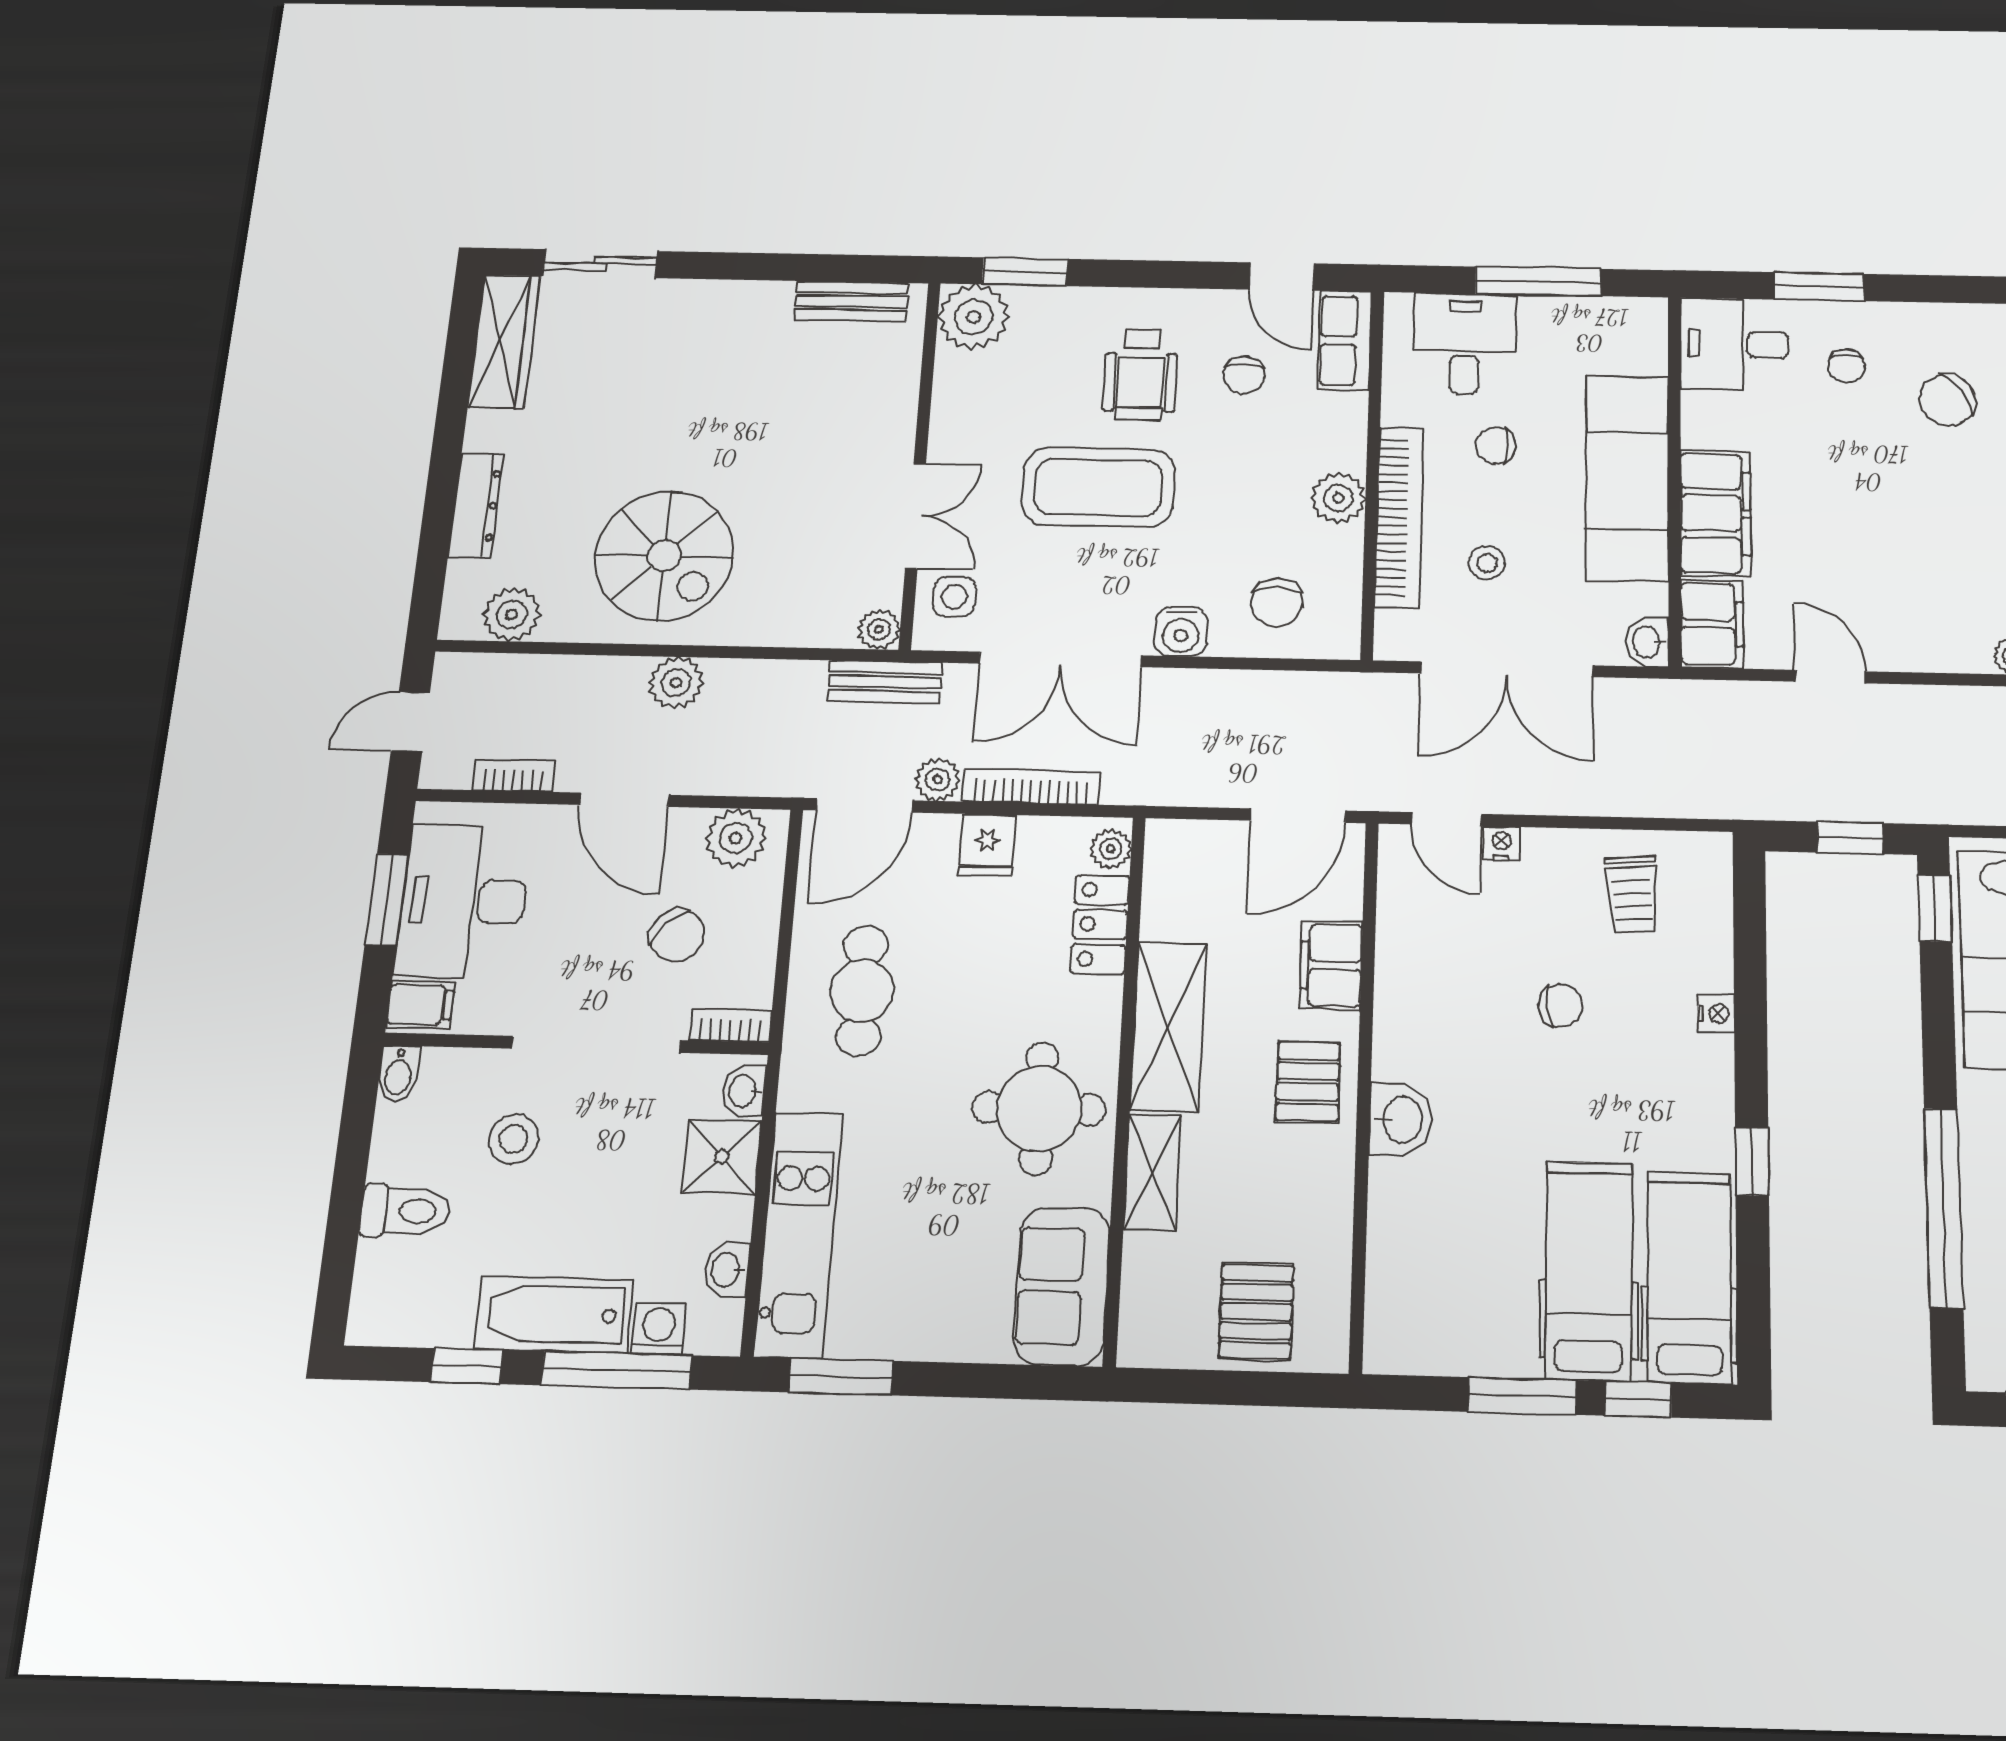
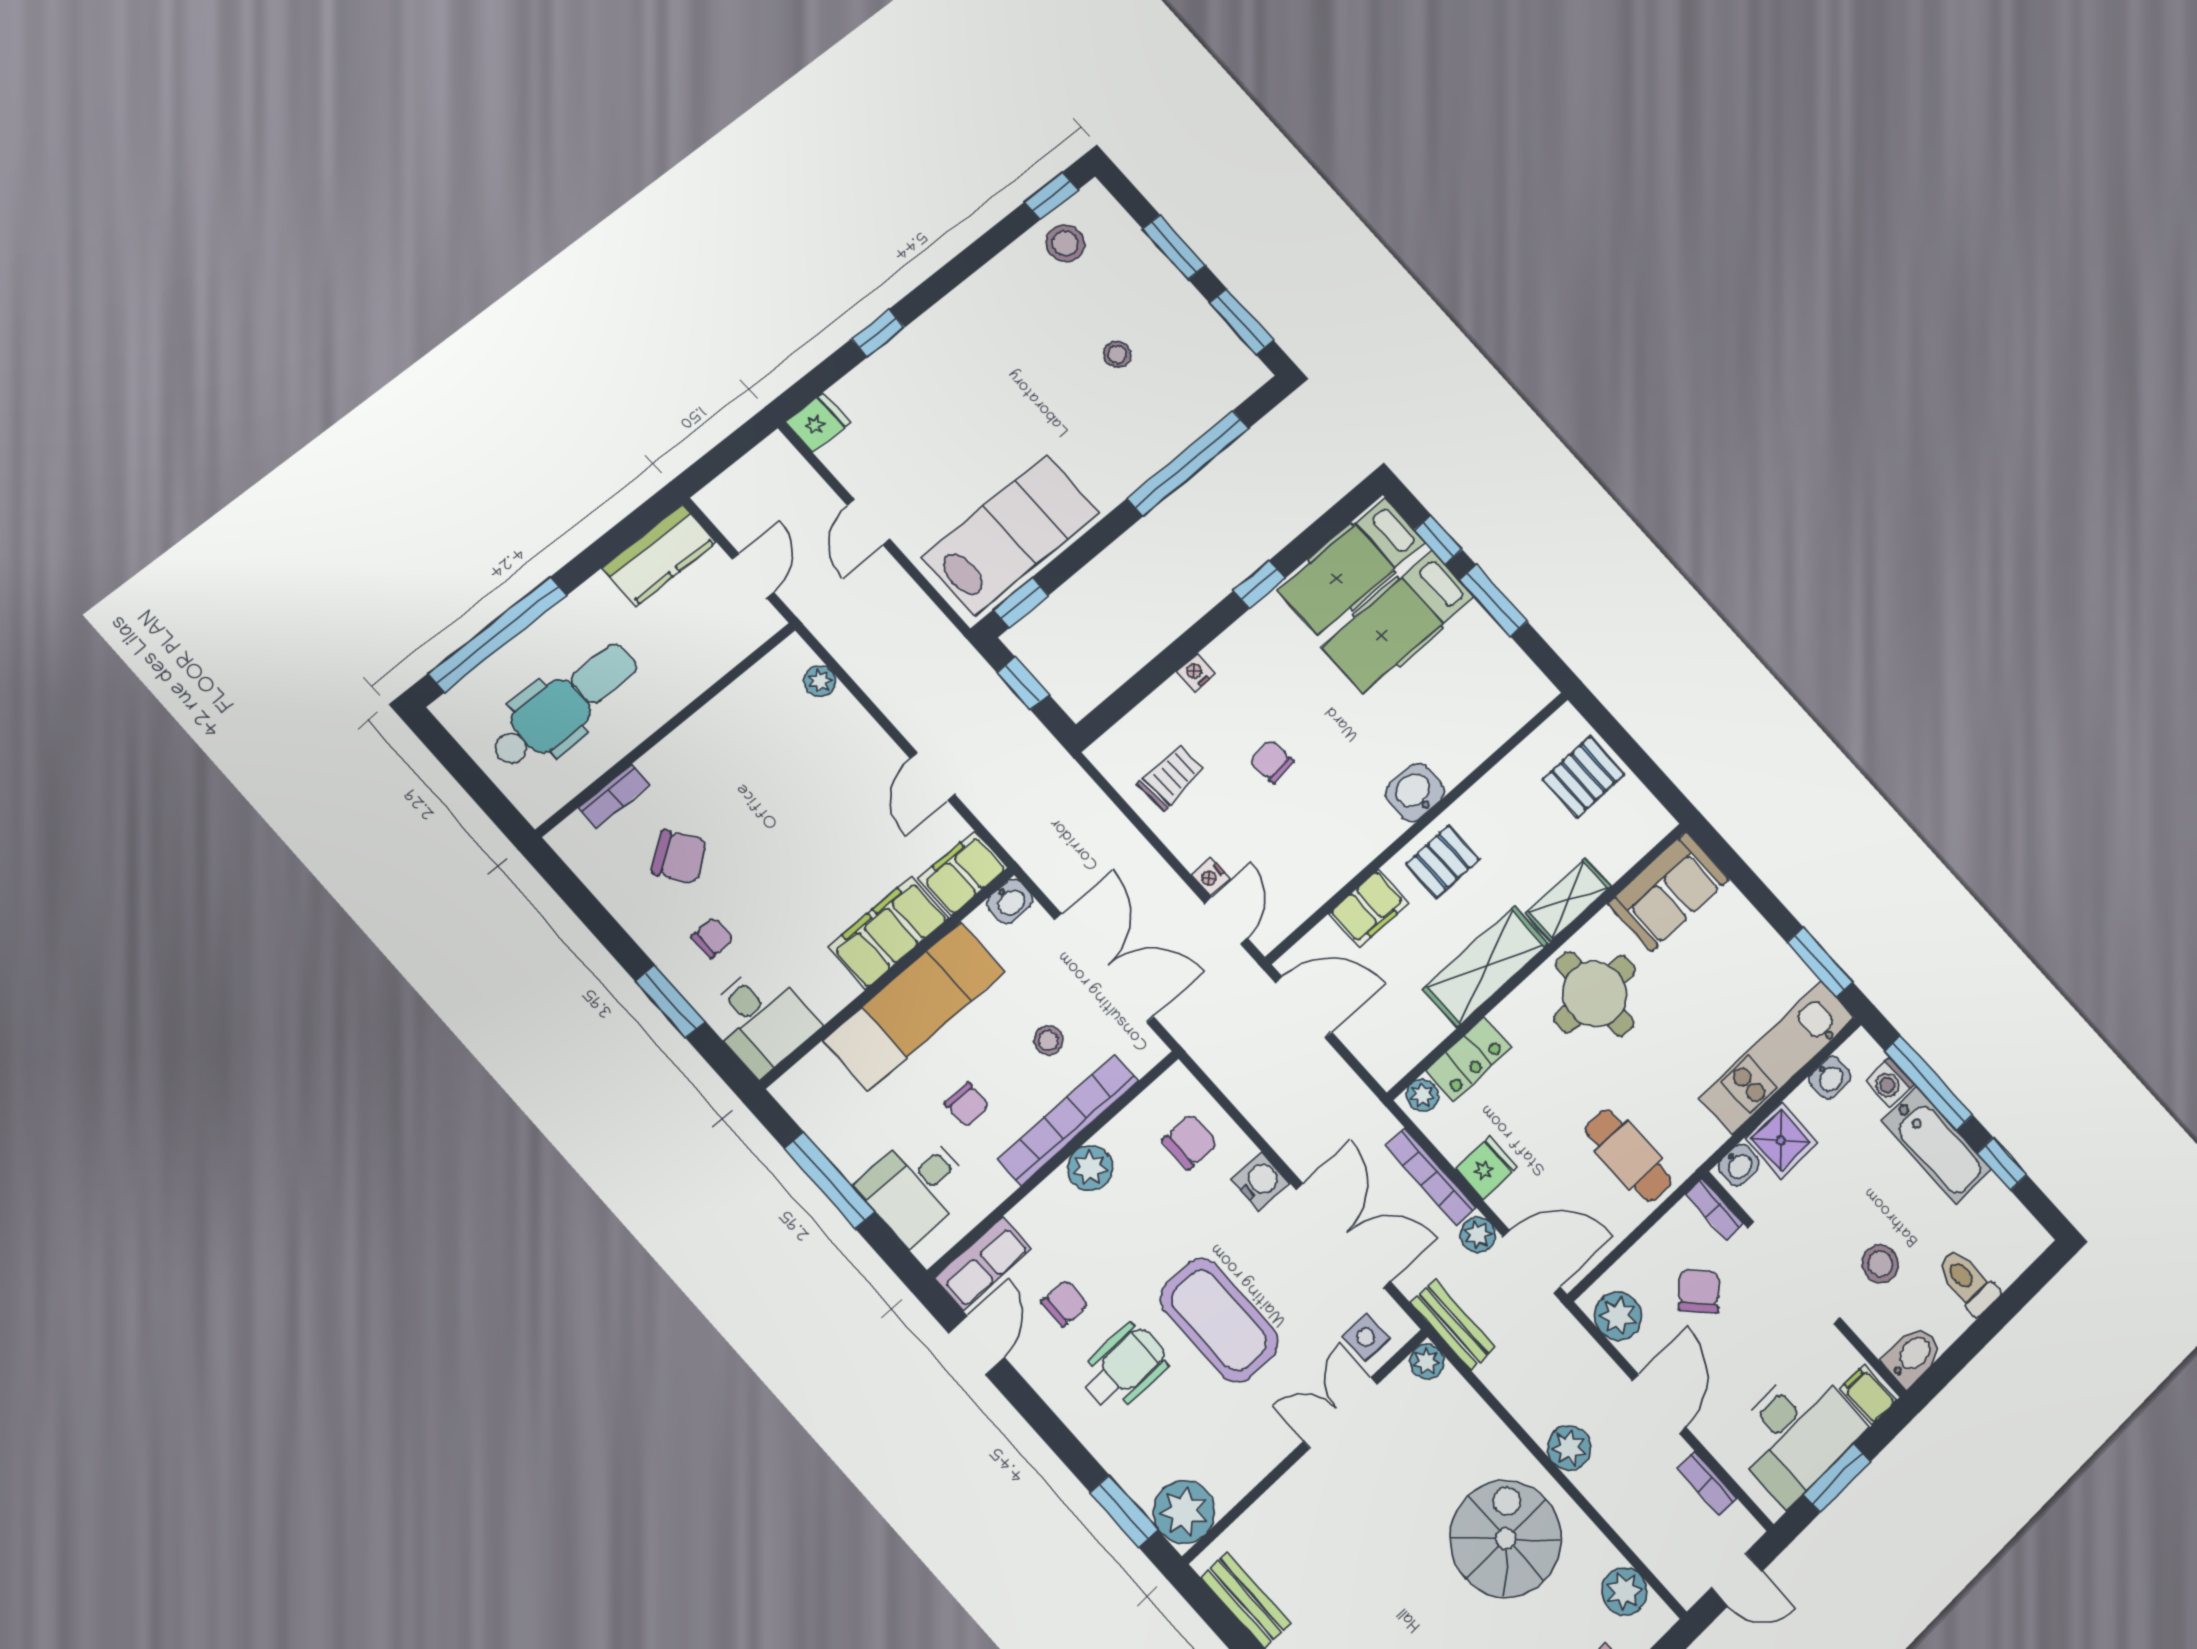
cafe table: (862, 991) -> (1628, 1155), turned 90
bidet: (399, 1073) -> (1912, 1356), width x1.38, depth x1.36

